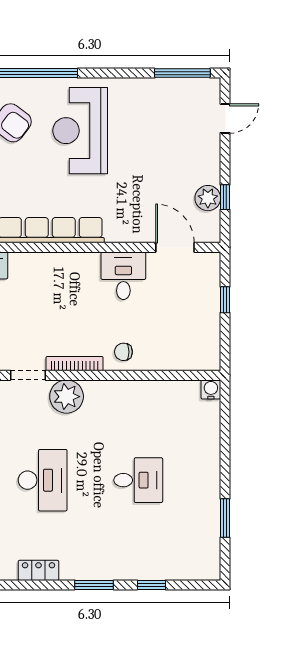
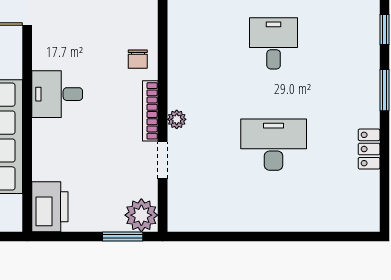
desk: (123, 276) -> (57, 94), moved
plant: (67, 397) -> (177, 119), width x0.53, depth x0.53

